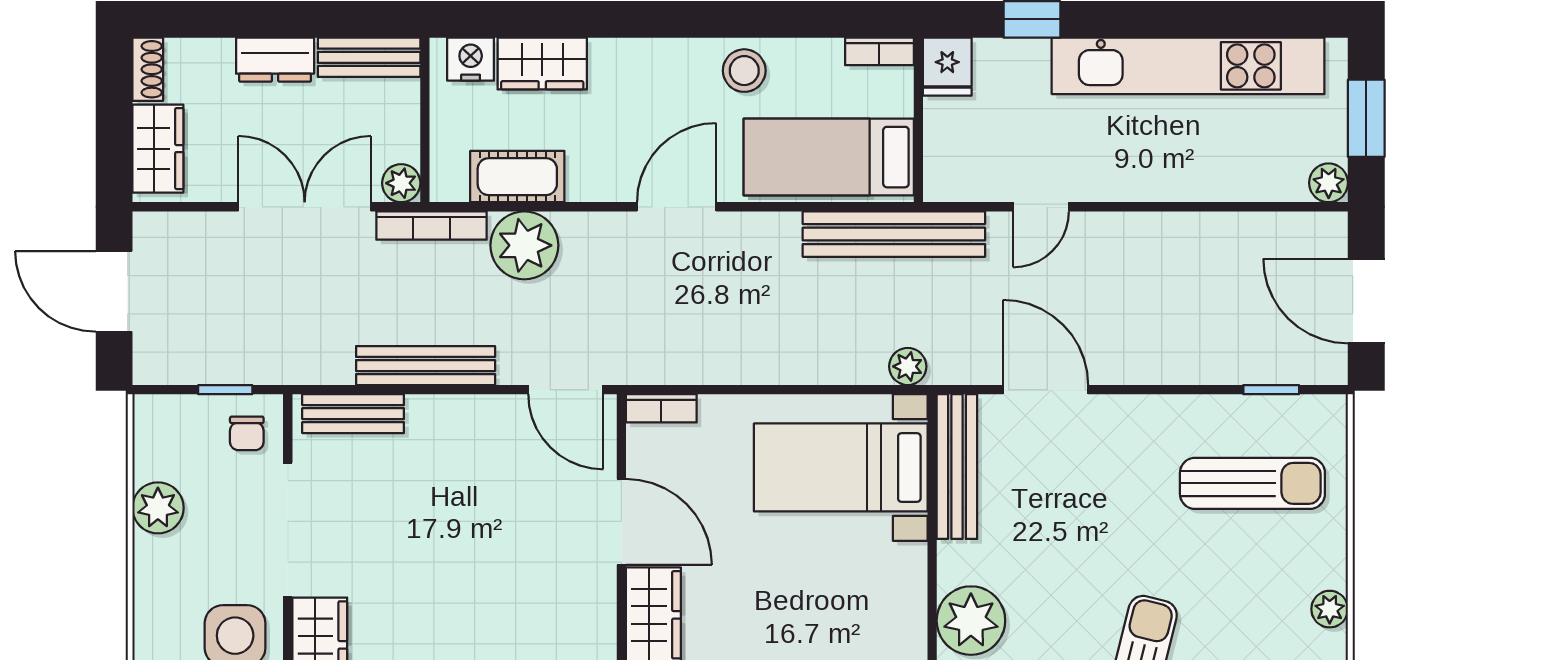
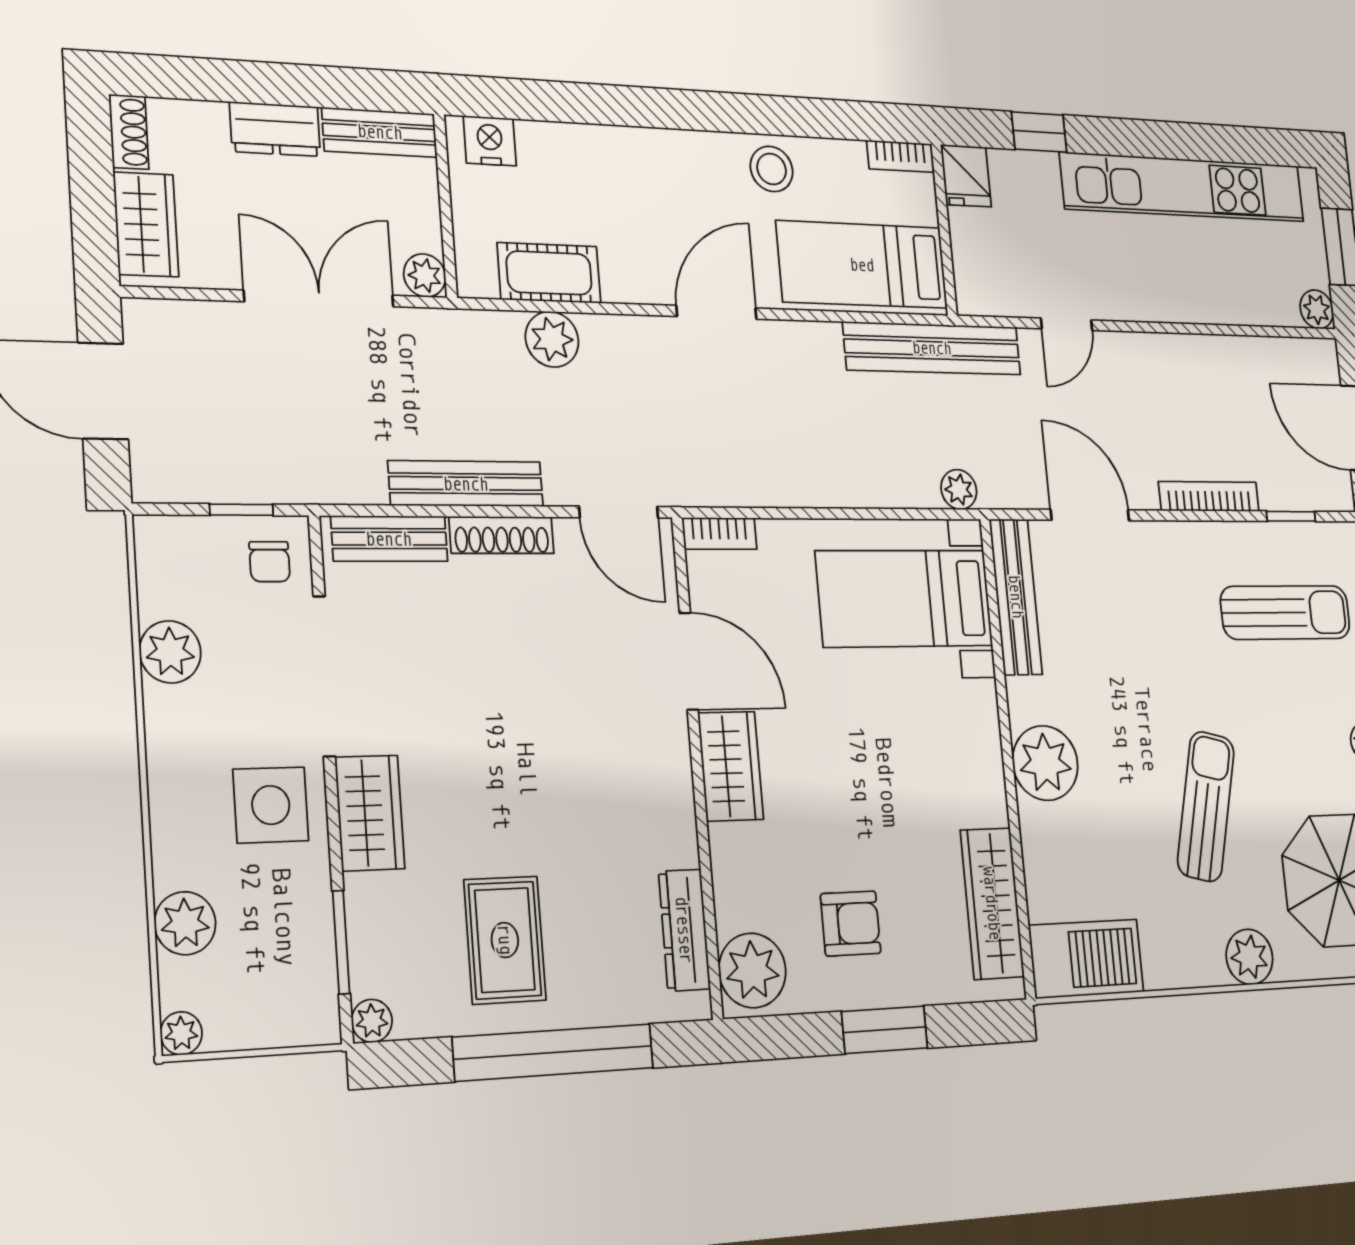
wardrobe: (542, 64) -> (566, 150), removed
bookcase: (432, 225) -> (1209, 496), moved, turned 180
plant: (524, 245) -> (552, 339), width x0.73, depth x0.73
shoe rack: (455, 410) -> (502, 535), added

